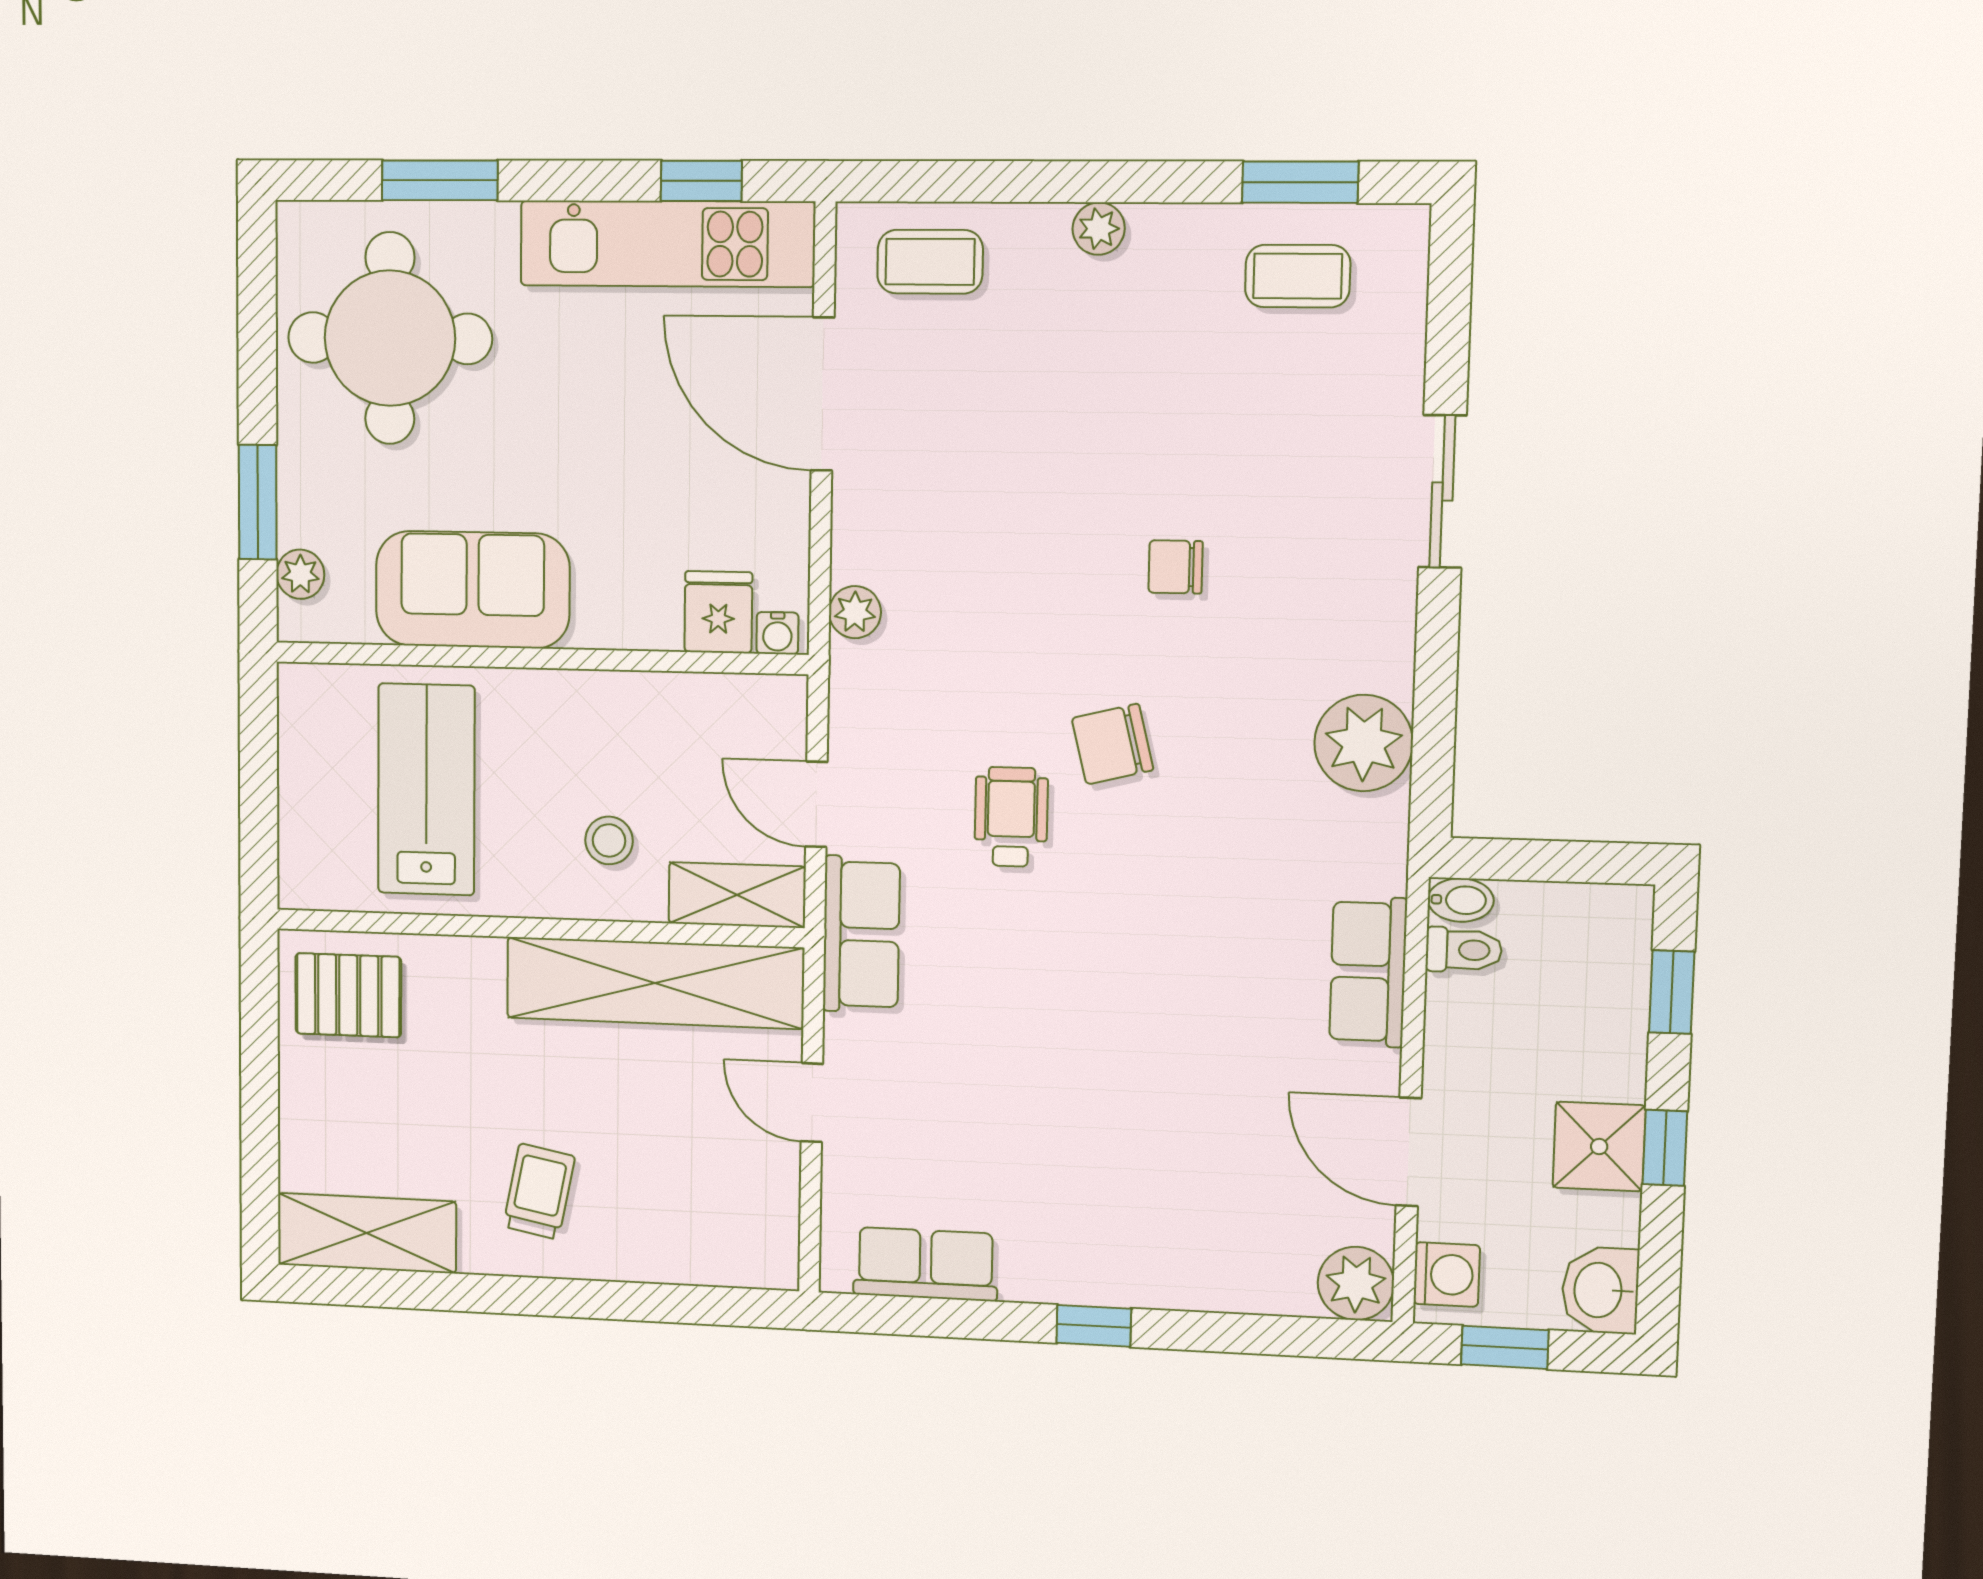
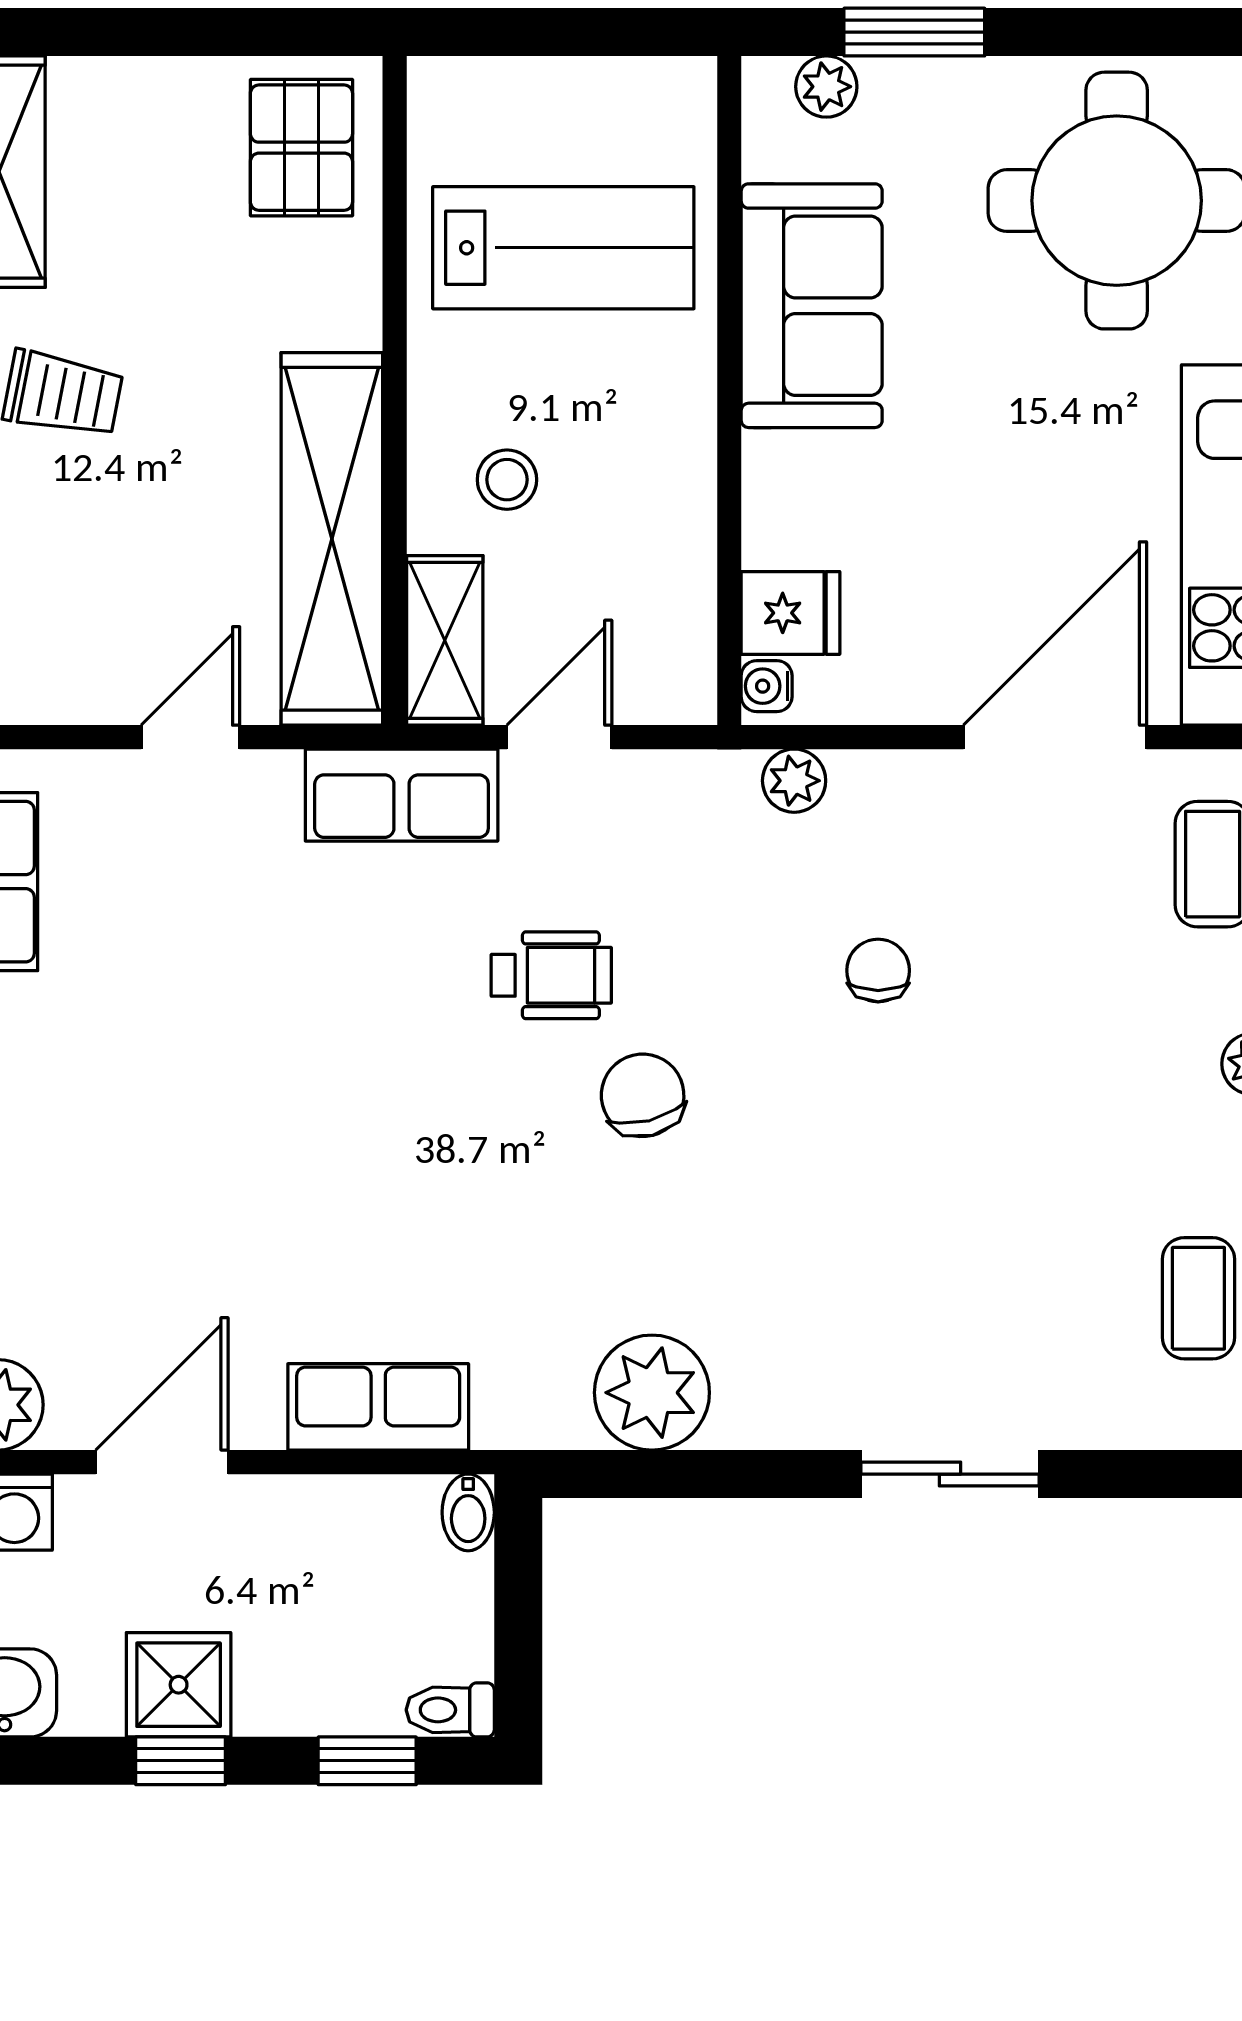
chair: (1176, 567) -> (878, 970), moved
toilet: (1464, 950) -> (450, 1710), moved, turned 90

